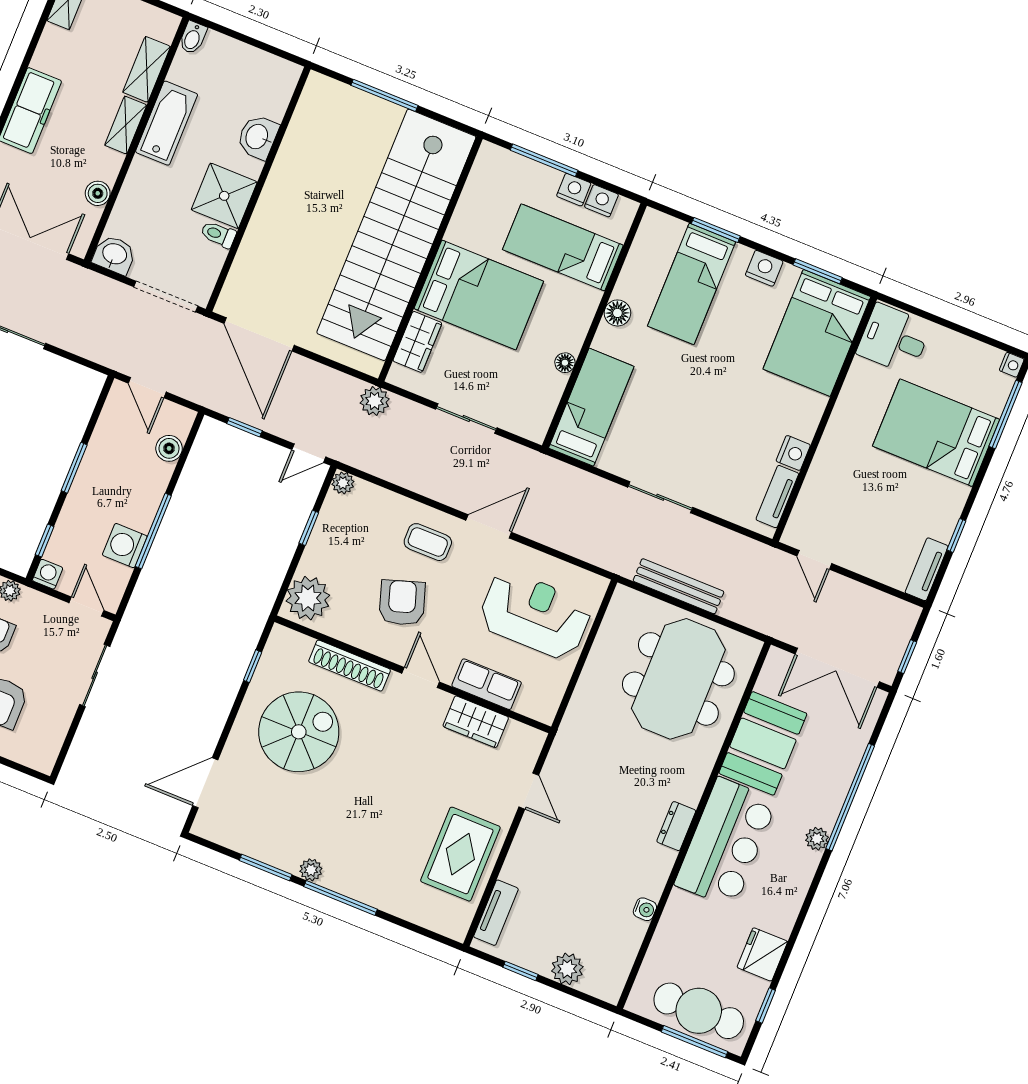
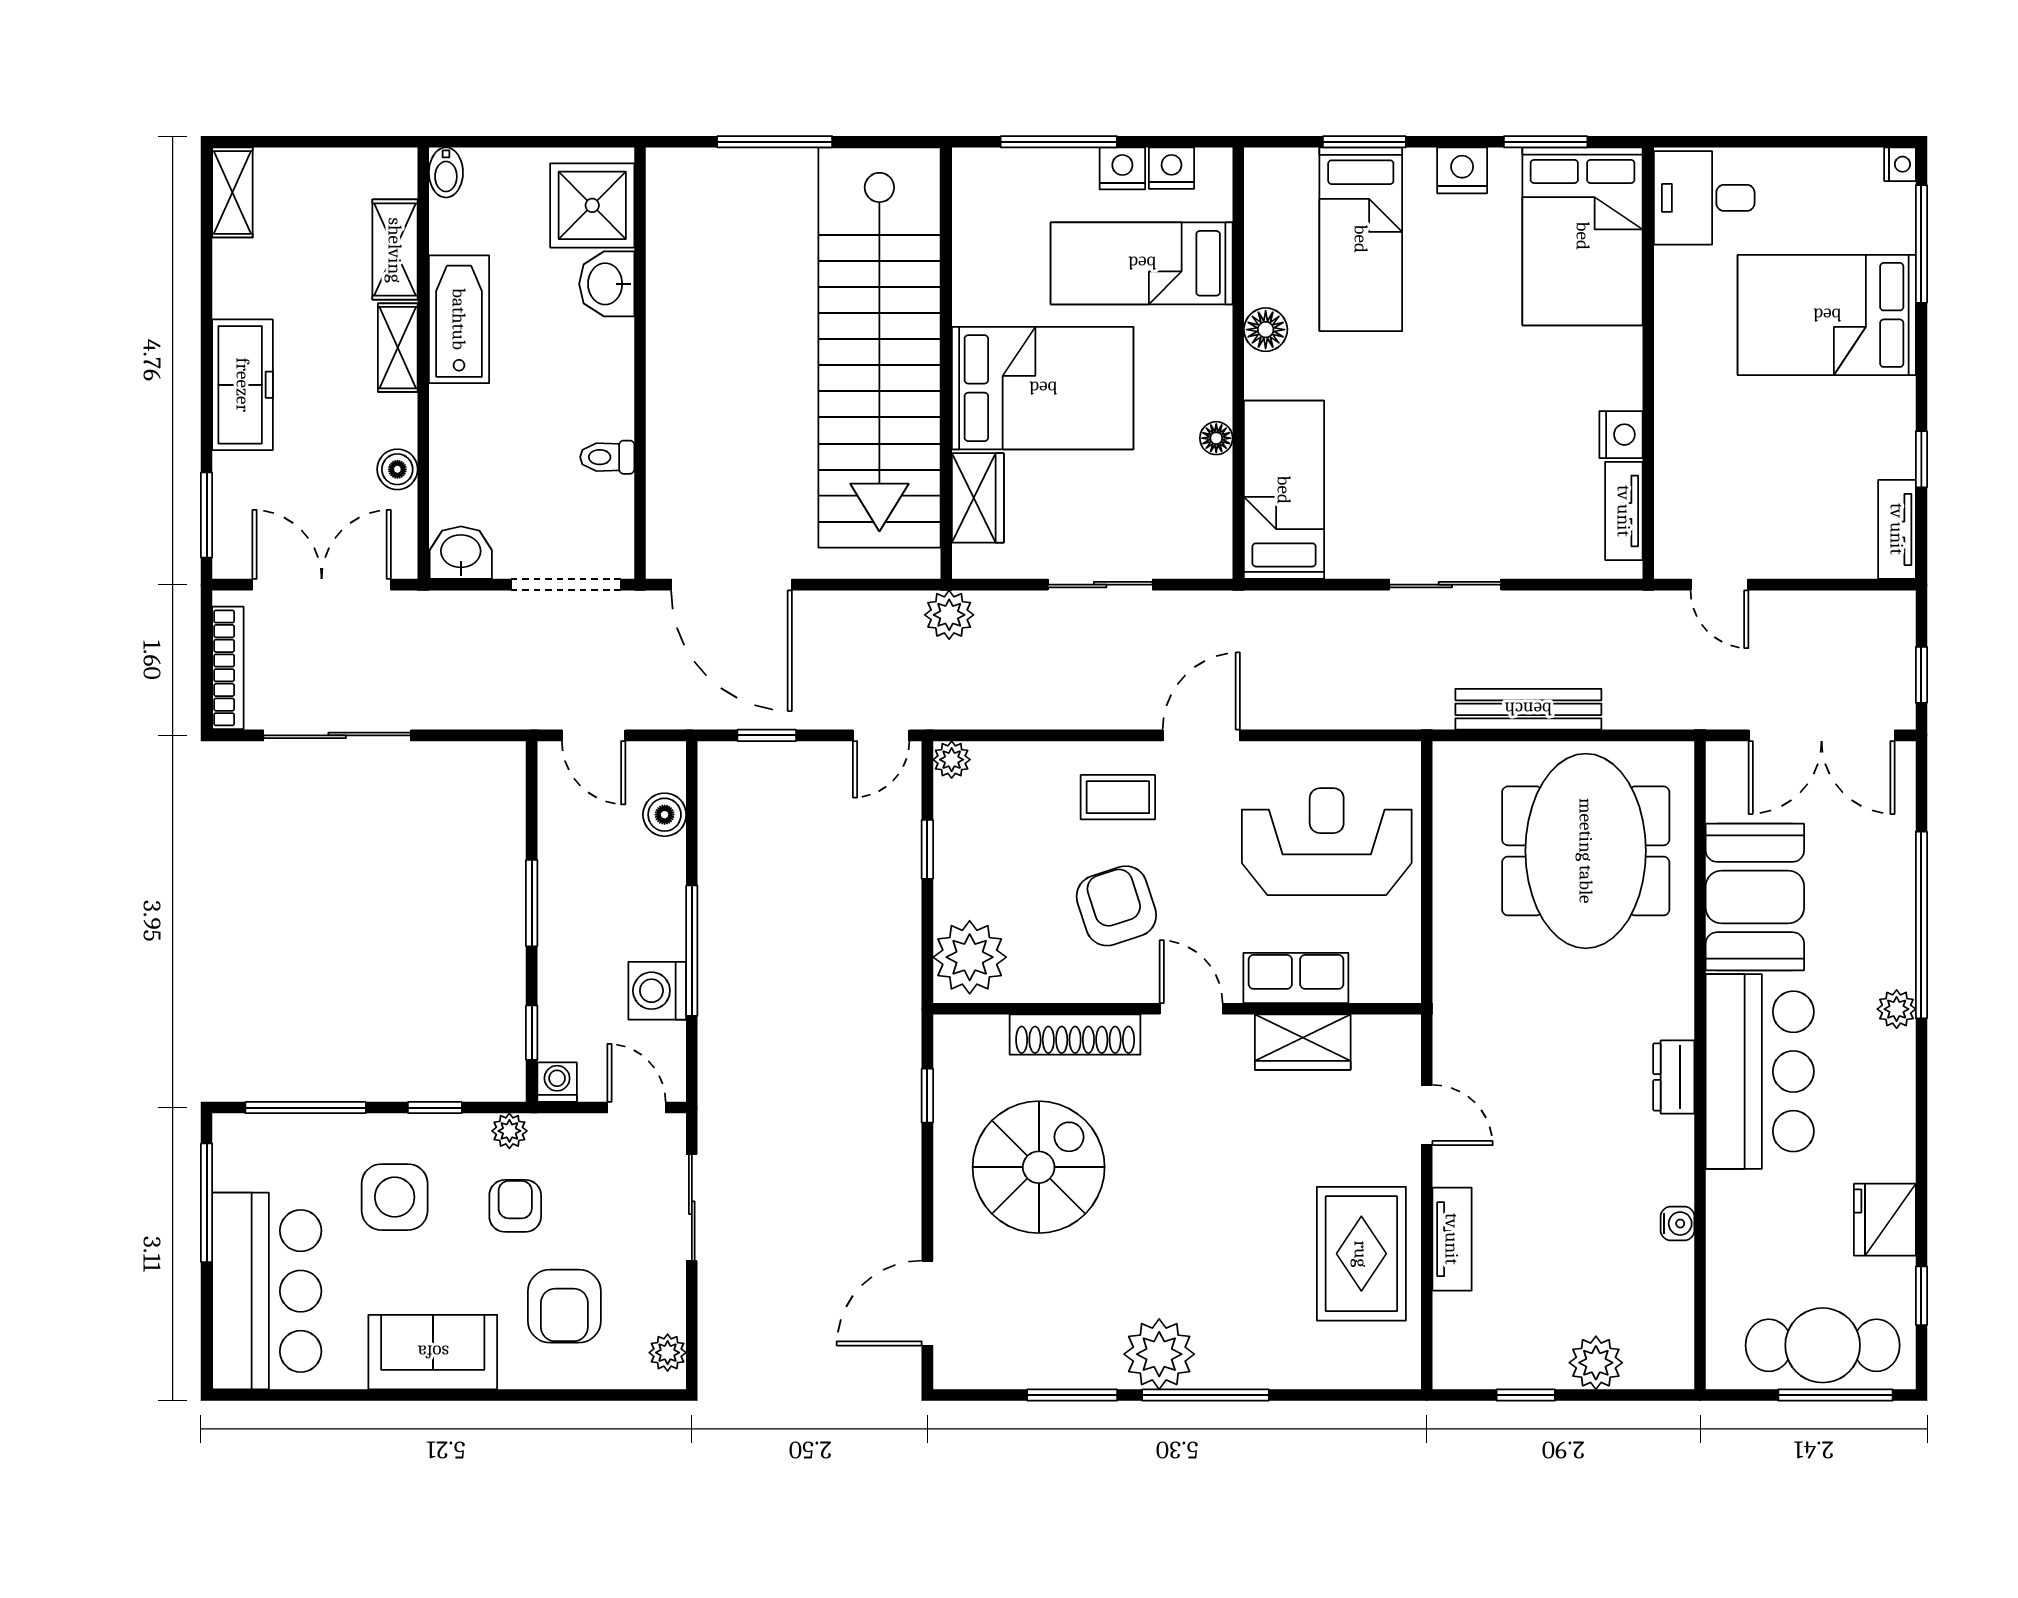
shower: (224, 196) -> (592, 205), moved
plant: (48, 751) -> (668, 1353), added
plant: (311, 870) -> (1159, 1354), width x1.88, depth x1.88
tv unit: (496, 913) -> (1452, 1239), moved

